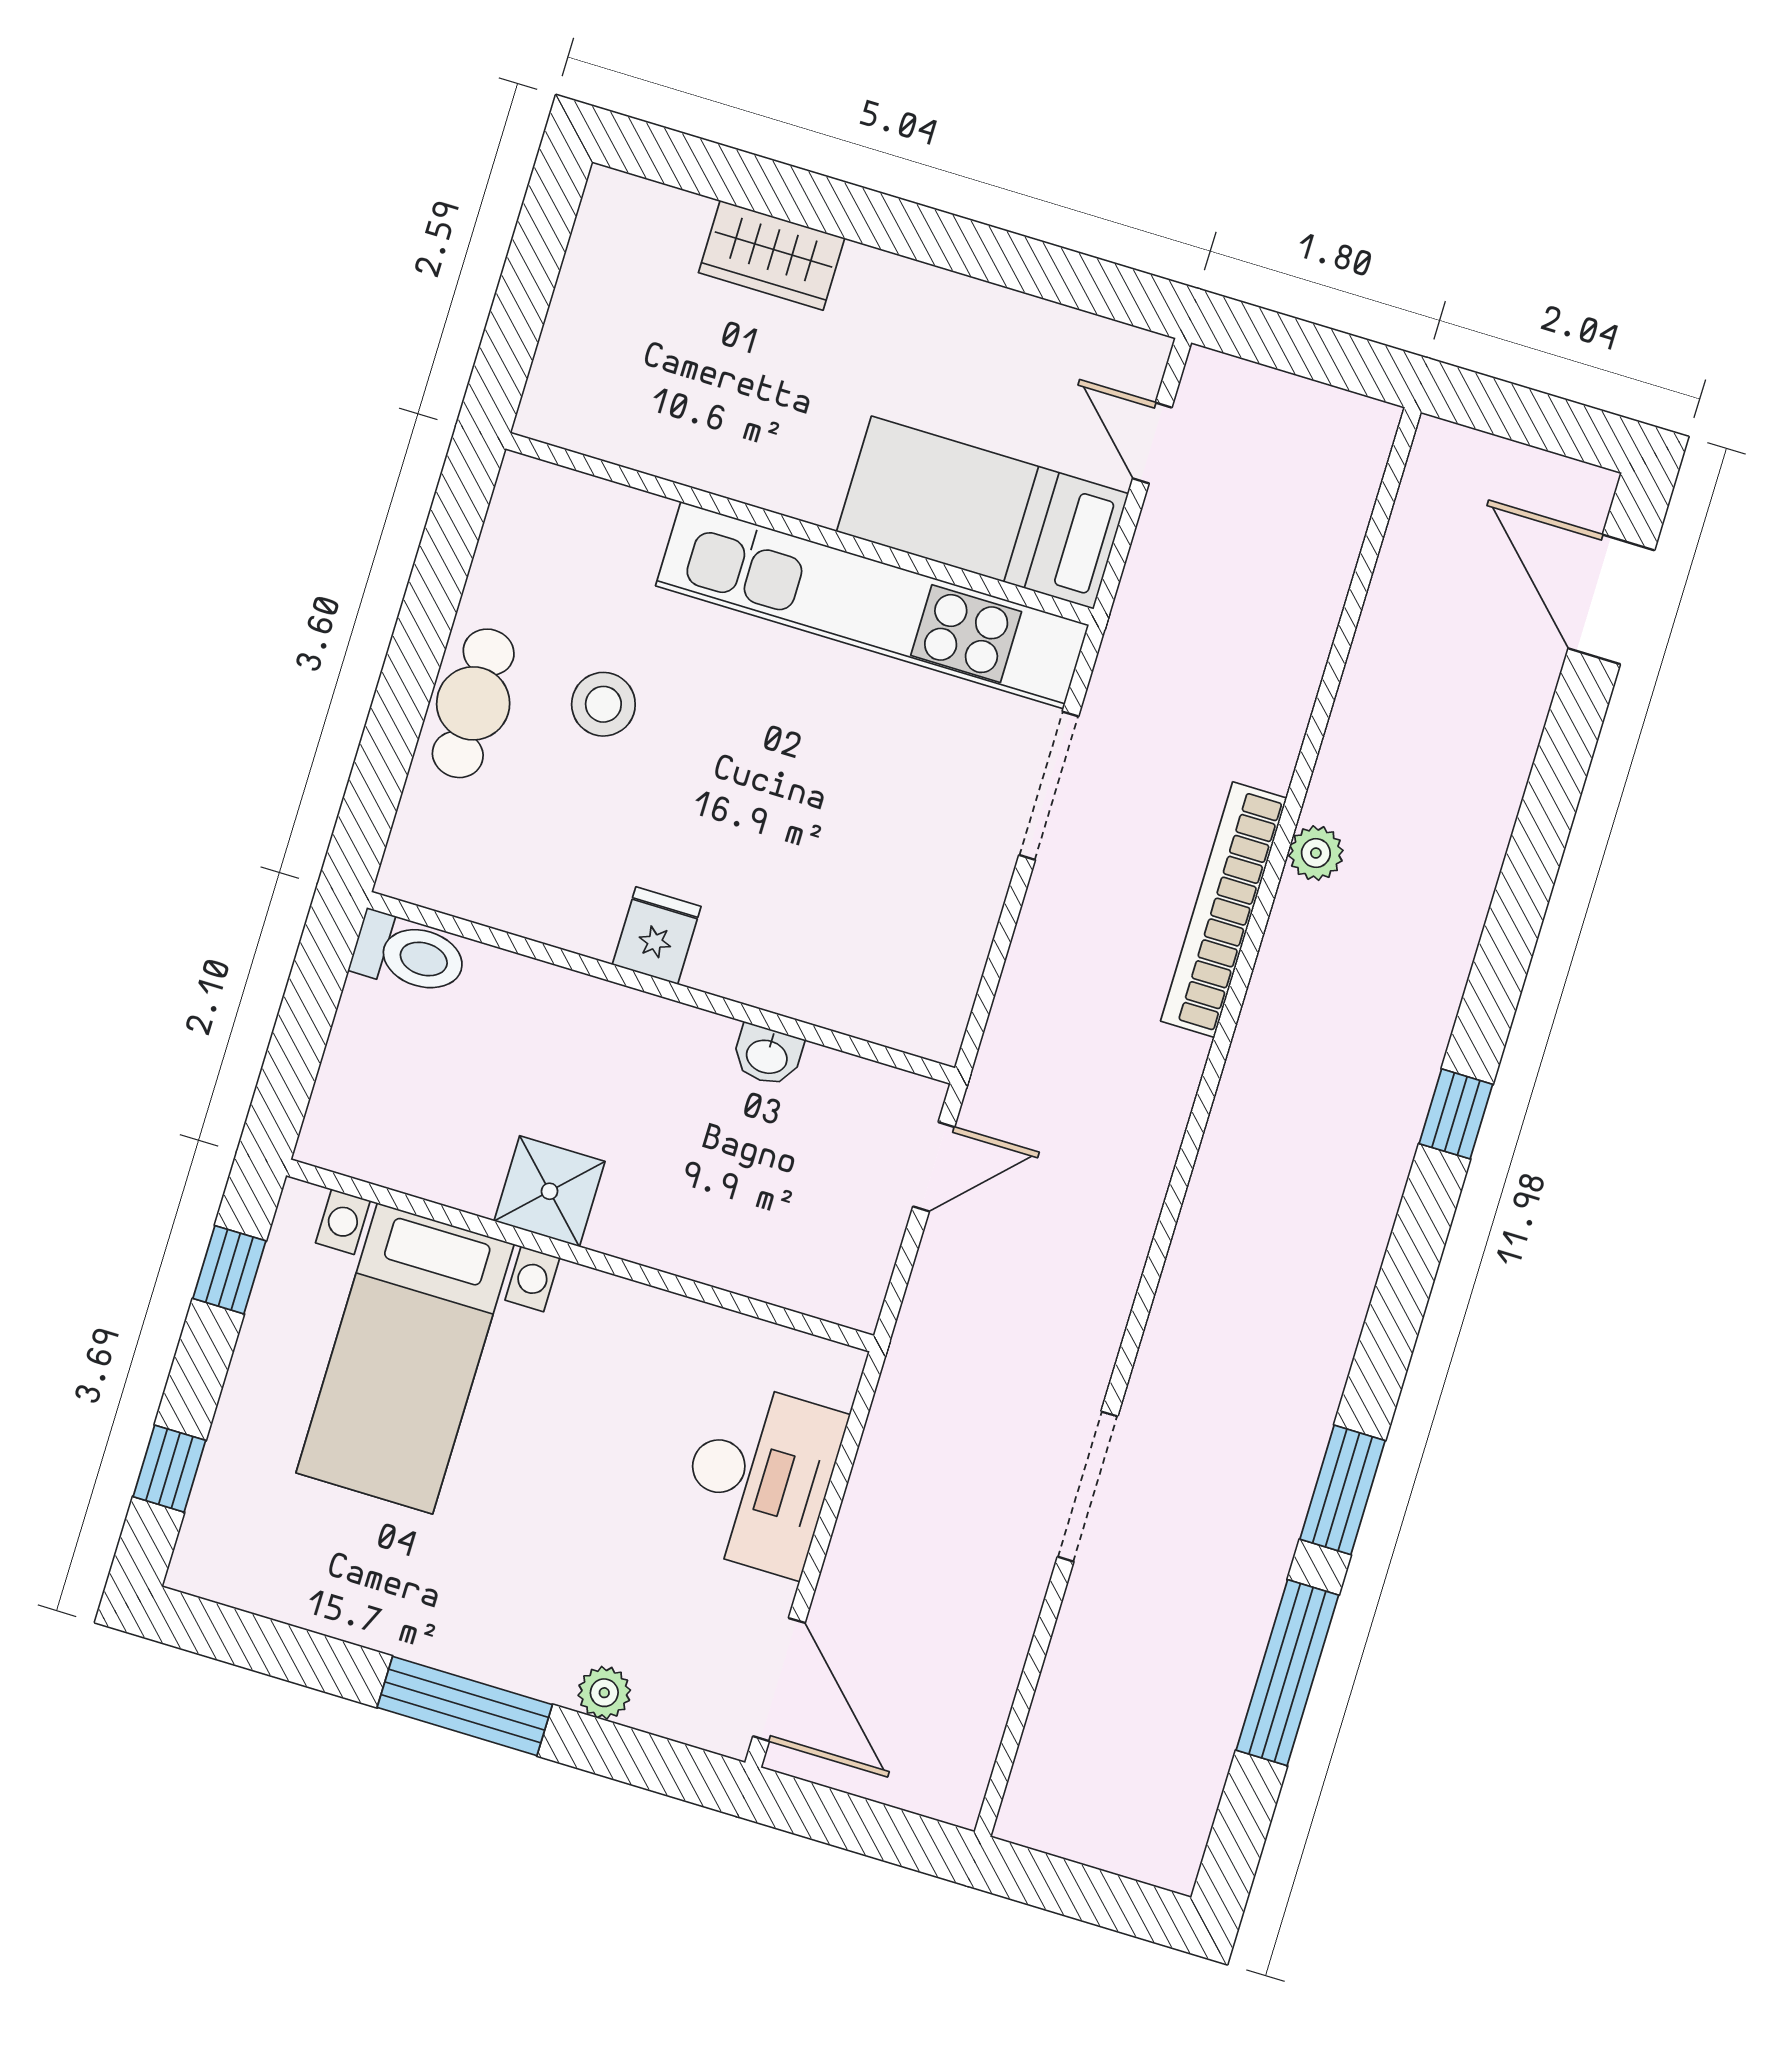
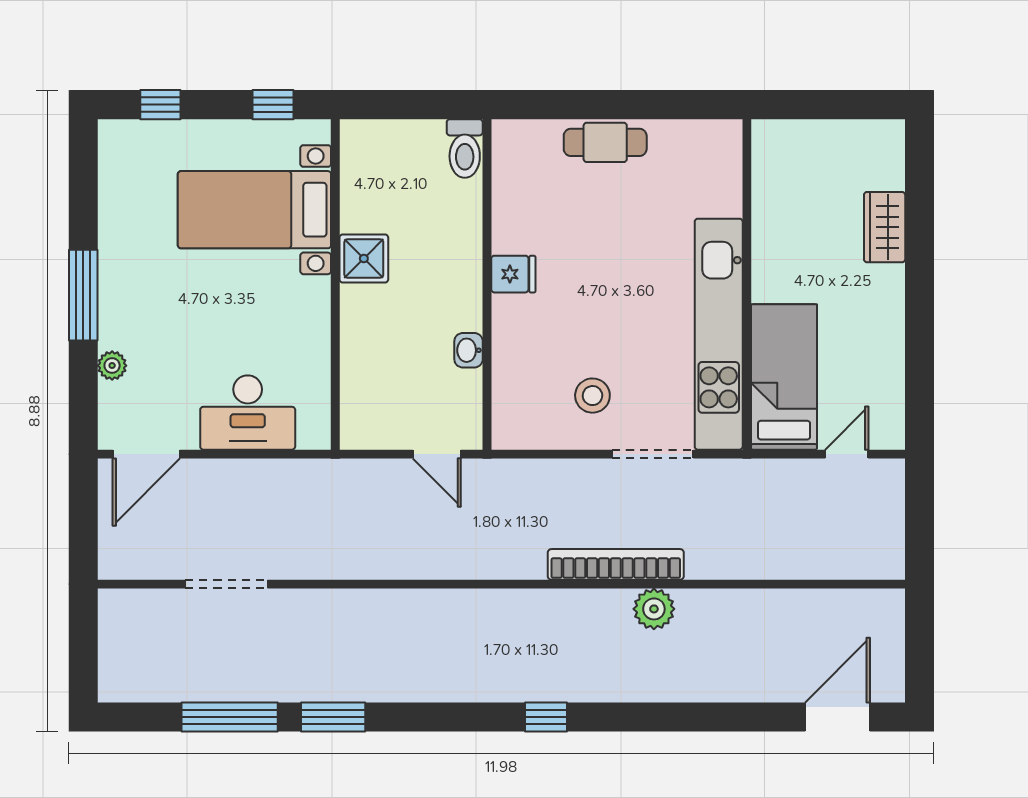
stool: (603, 704) -> (592, 396), moved
plant: (1316, 853) -> (654, 609), width x1.38, depth x1.38
doorway: (1088, 1487) -> (226, 584), moved

